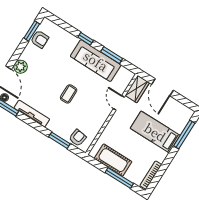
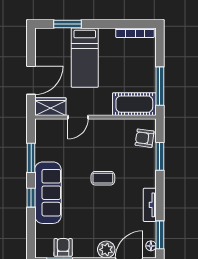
sofa: (96, 61) -> (48, 193), moved
tv unit: (32, 114) -> (150, 205), width x0.71
window: (184, 134) -> (68, 24), width x0.69
cot: (113, 160) -> (134, 104), moved, turned 90
window: (119, 178) -> (160, 86), moved

